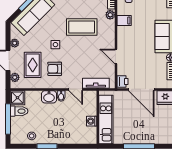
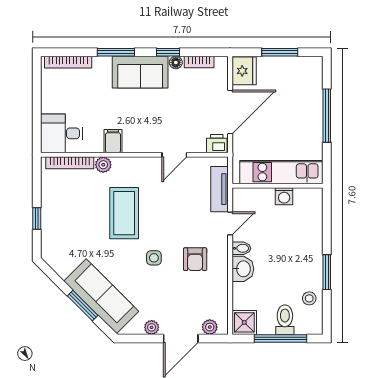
rug: (33, 65) -> (189, 297), removed
toilet: (19, 111) -> (285, 320), moved

